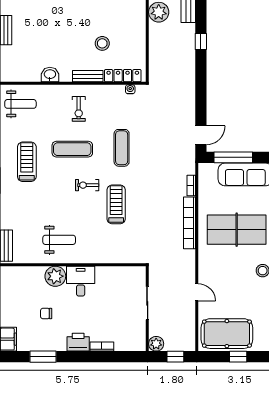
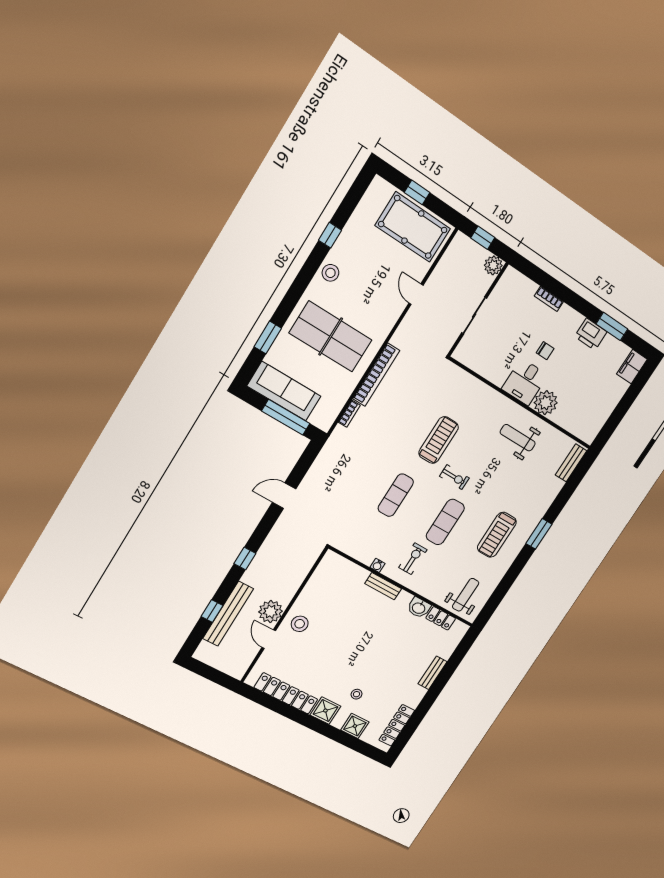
stool: (102, 43) -> (300, 624), moved
locker: (123, 76) -> (441, 618), moved, width x0.66
water cooler: (130, 89) -> (377, 565), moved
weight bench: (20, 104) -> (466, 595), turned 90
door: (201, 135) -> (284, 496), moved
exercise mat: (72, 149) -> (445, 522), turned 90
treadmill: (116, 204) -> (439, 440), turned 180
chair: (46, 314) -> (545, 351), moved
printer: (78, 342) -> (591, 334), moved

